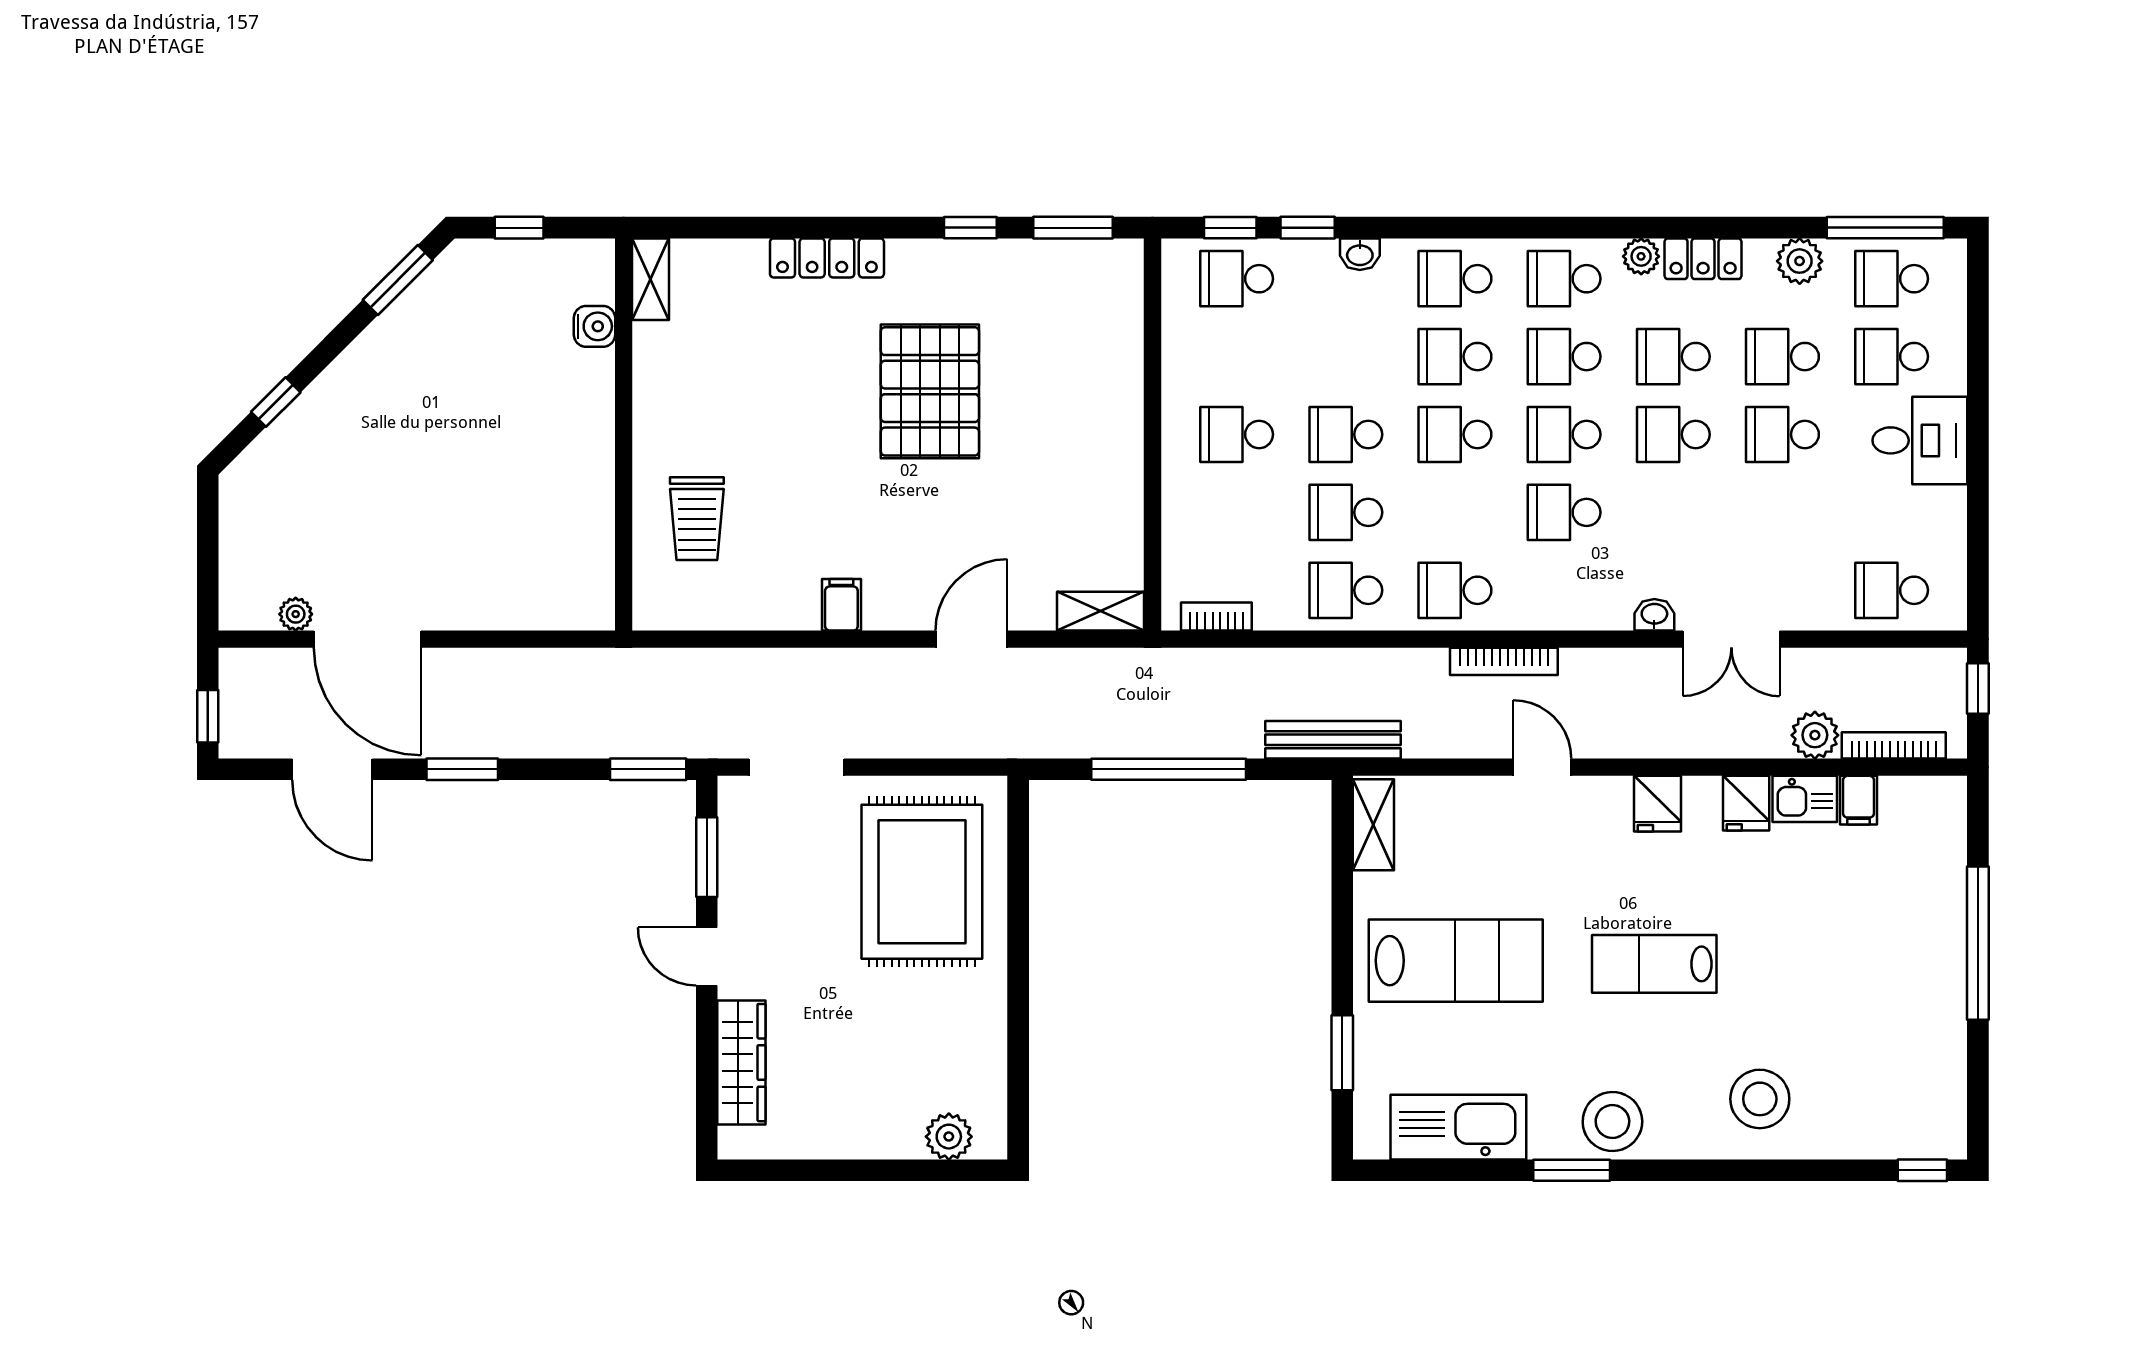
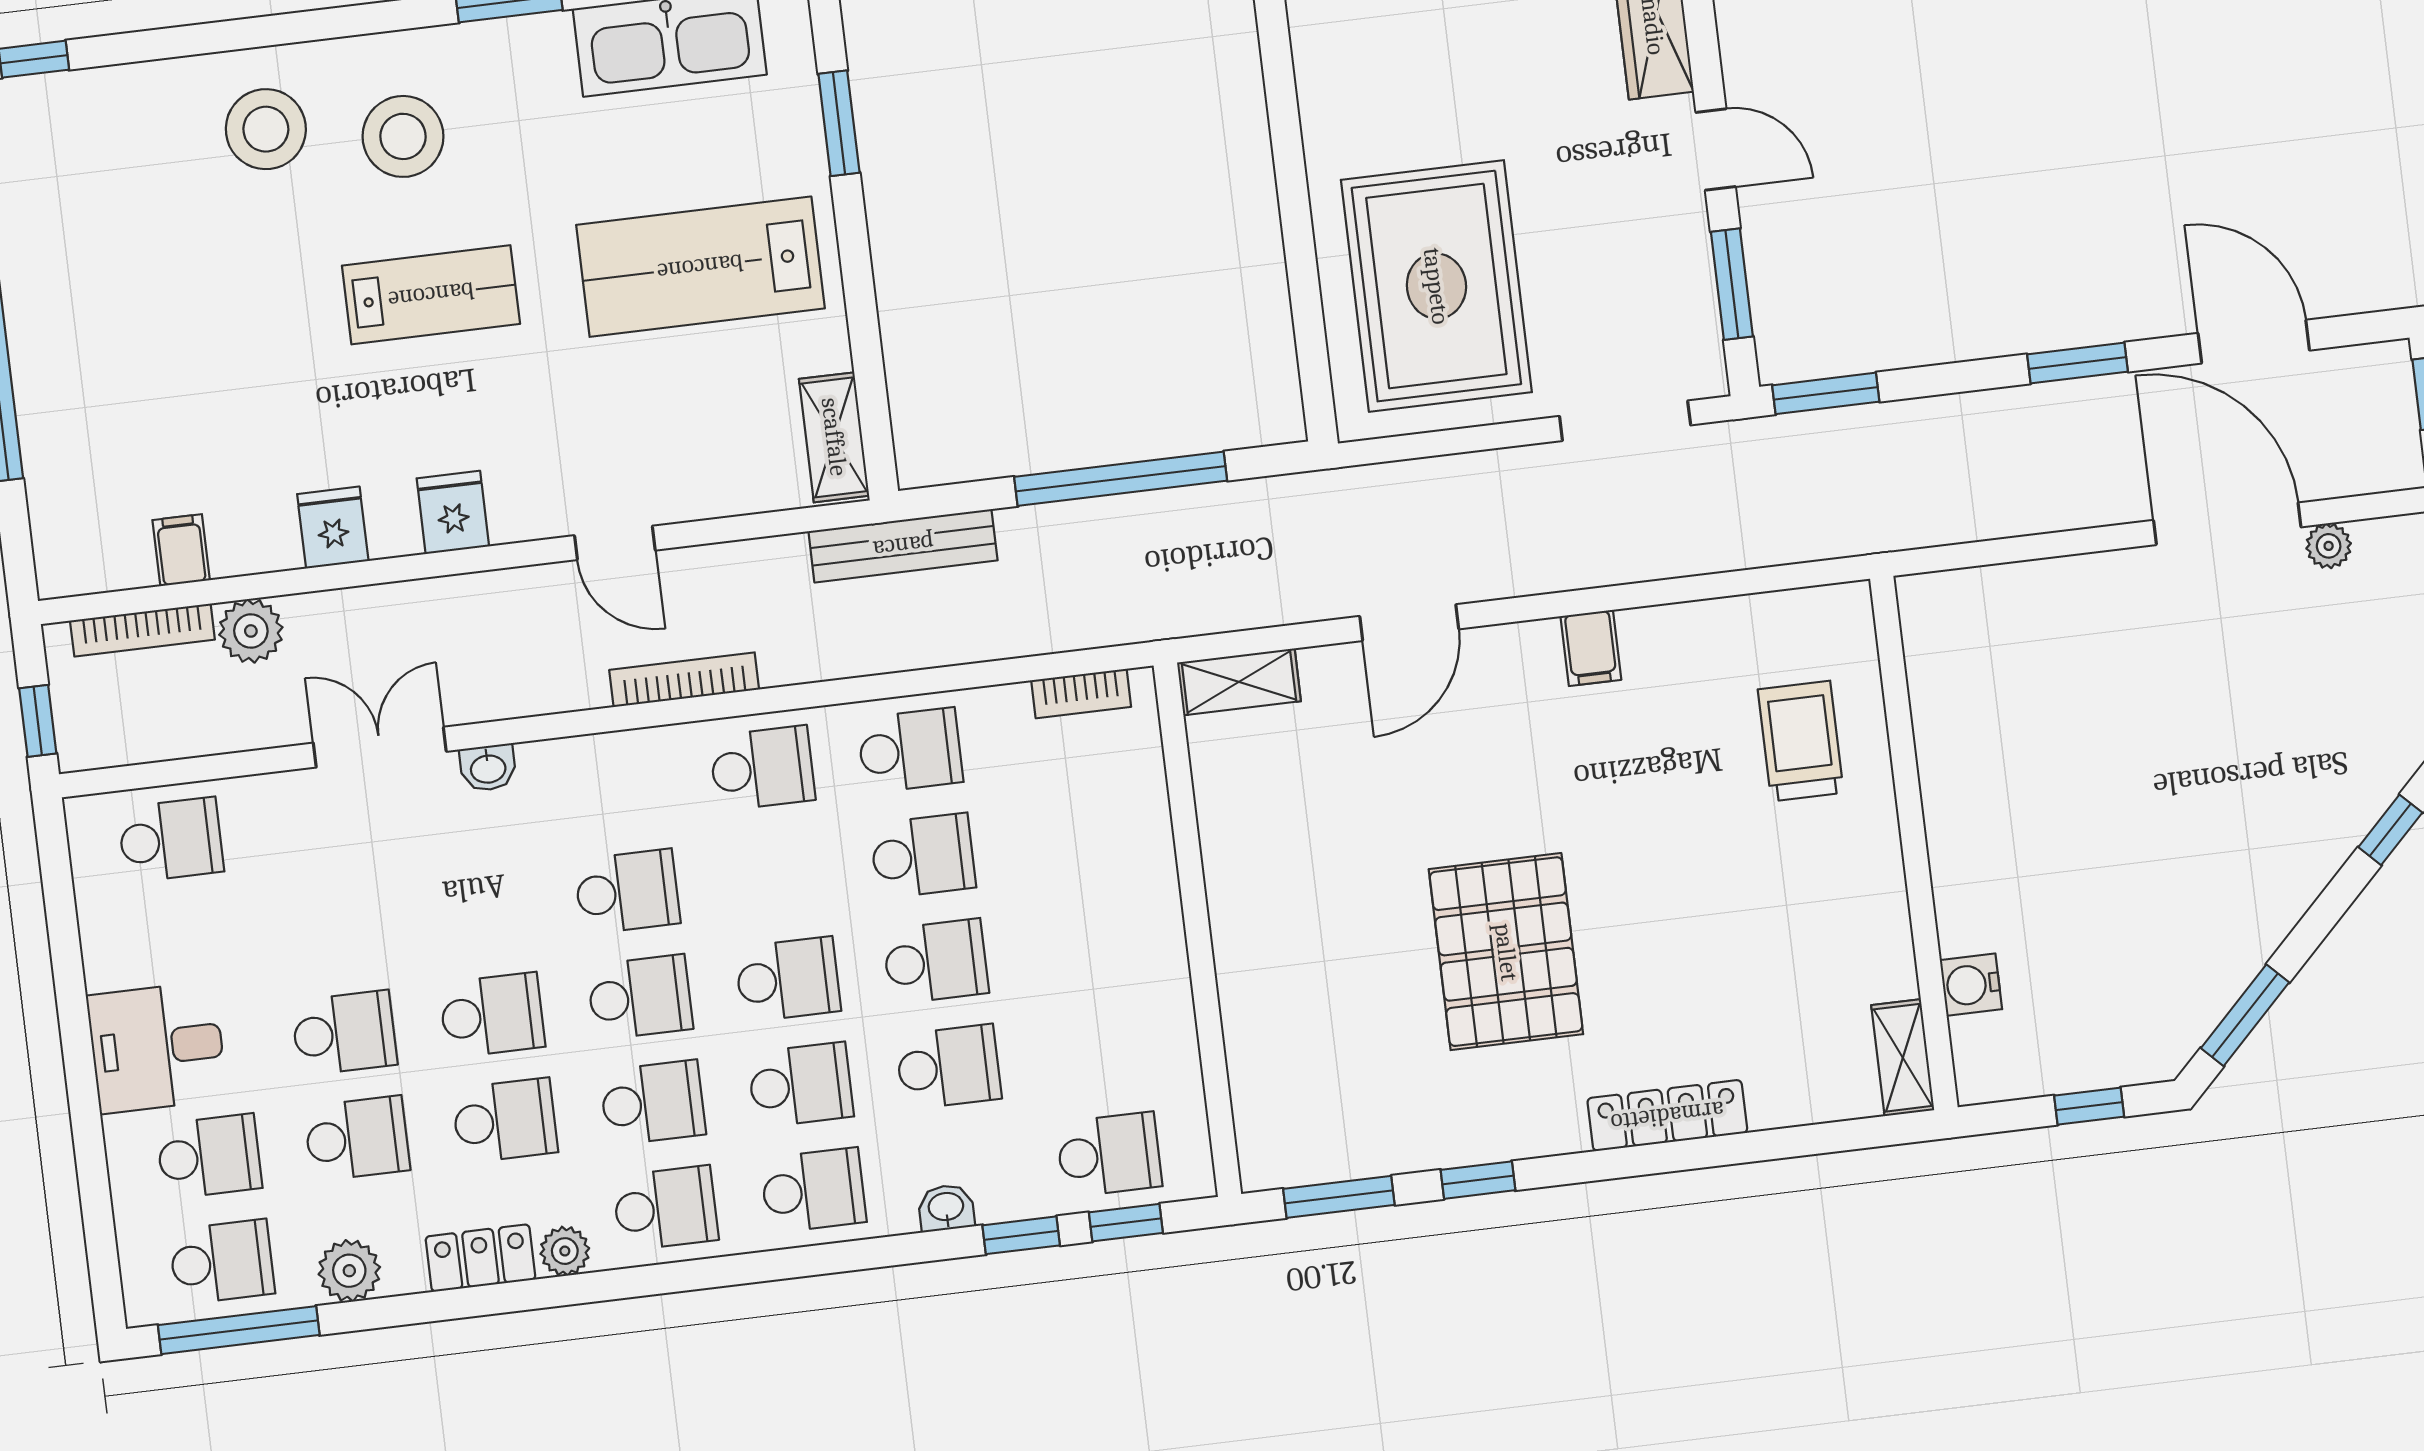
school desk: (1237, 434) -> (948, 1067), moved
kitchen sink: (1805, 799) -> (254, 543), removed
stool: (1612, 1121) -> (403, 136), moved

